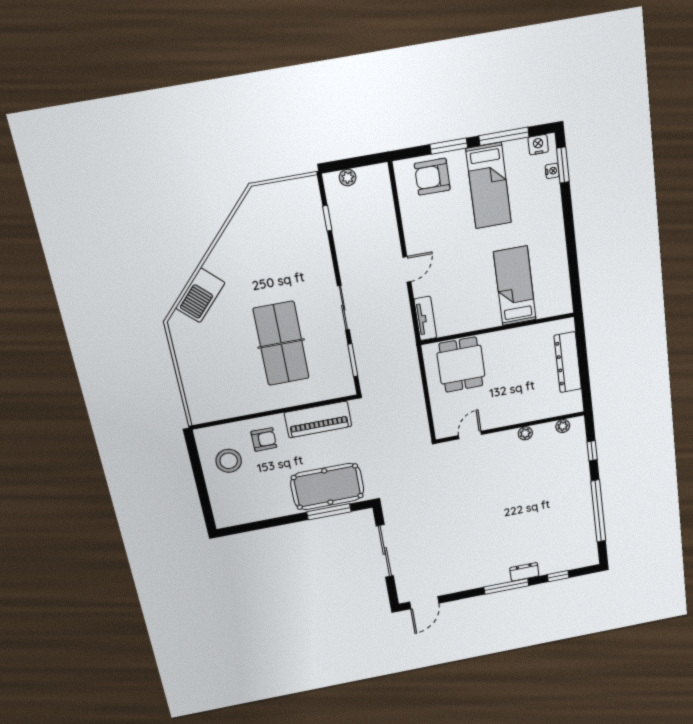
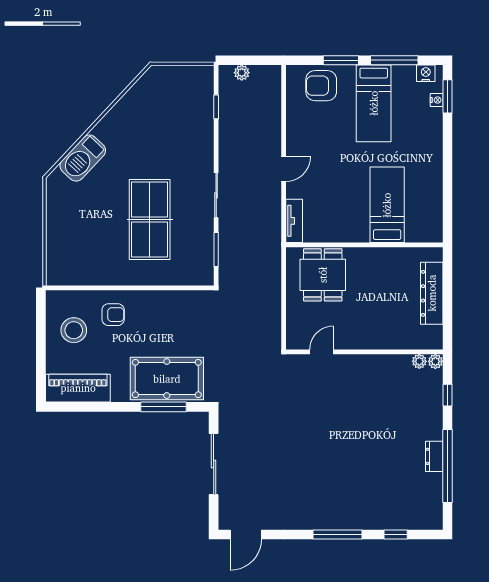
piano: (318, 419) -> (78, 388), moved, turned 180
plant: (525, 433) -> (435, 361), moved
dresser: (524, 572) -> (434, 456), moved, turned -90

